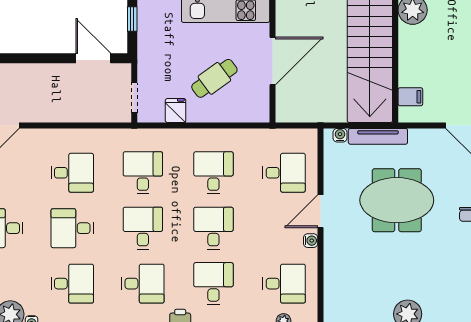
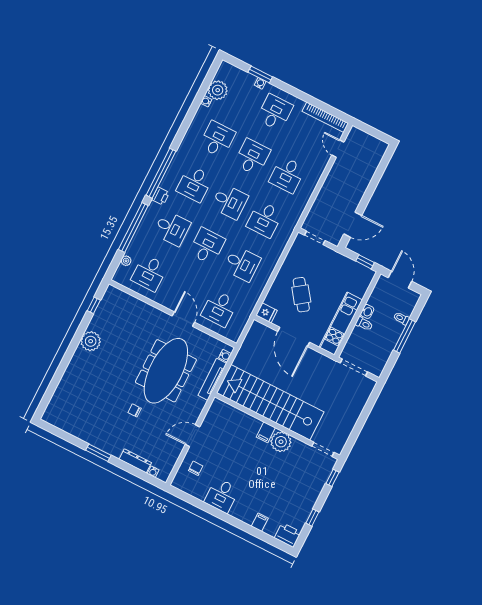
filing cabinet: (410, 97) -> (266, 432), moved
fridge: (176, 111) -> (267, 313), moved
desk: (143, 173) -> (265, 219), turned 90
meeting table: (397, 200) -> (166, 371), width x1.36
desk: (213, 228) -> (207, 246), turned -90
water cooler: (311, 241) -> (168, 303), removed
desk: (72, 284) -> (217, 139), turned 180

